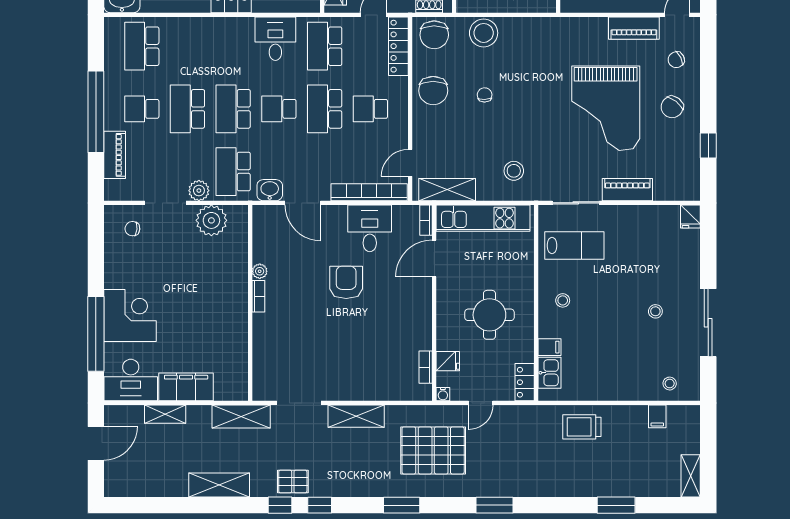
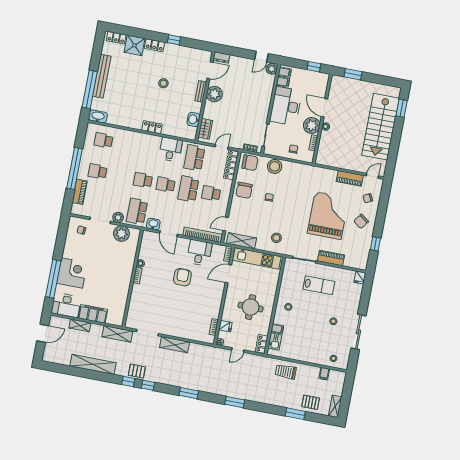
chair: (434, 35) -> (250, 163), turned -90
school desk: (142, 46) -> (103, 140), width x0.54
grand piano: (606, 108) -> (328, 215), turned 180
school desk: (187, 109) -> (120, 176), removed
school desk: (233, 109) -> (143, 180), width x0.54
lab bench: (574, 246) -> (319, 285), moved
pallet: (433, 450) -> (311, 402), moved, width x0.49, depth x0.50
shelving: (219, 485) -> (93, 364), width x1.47

